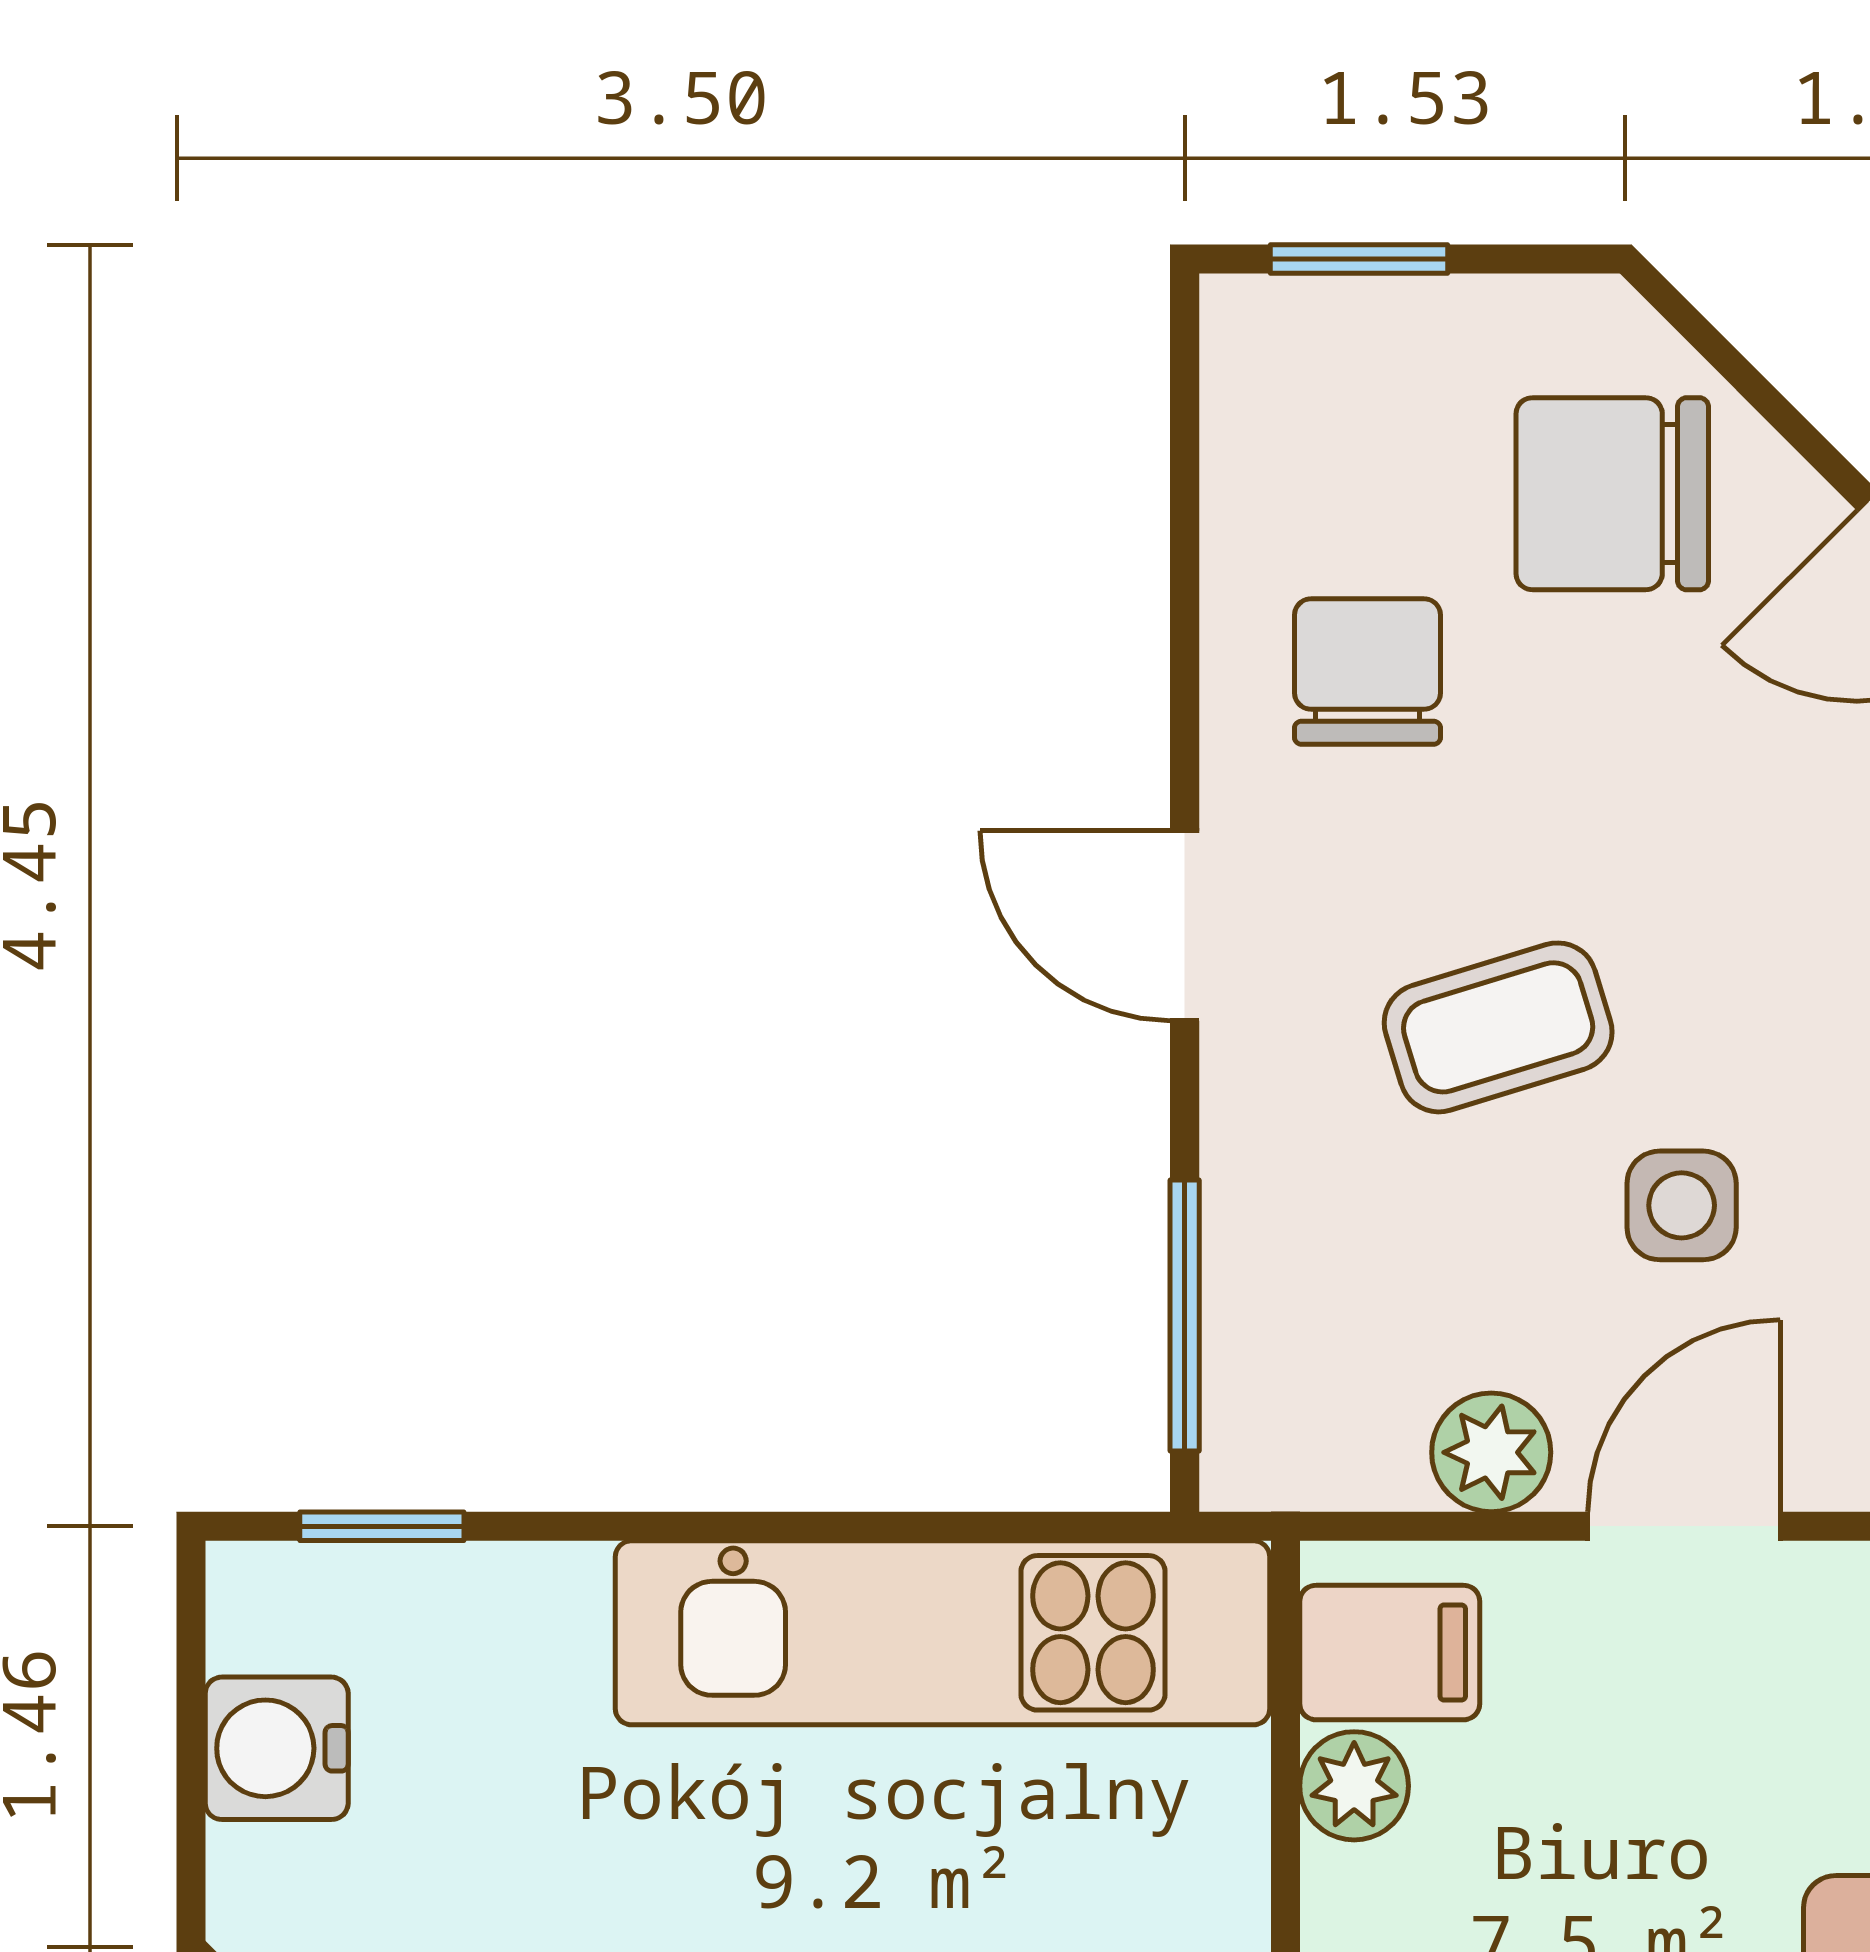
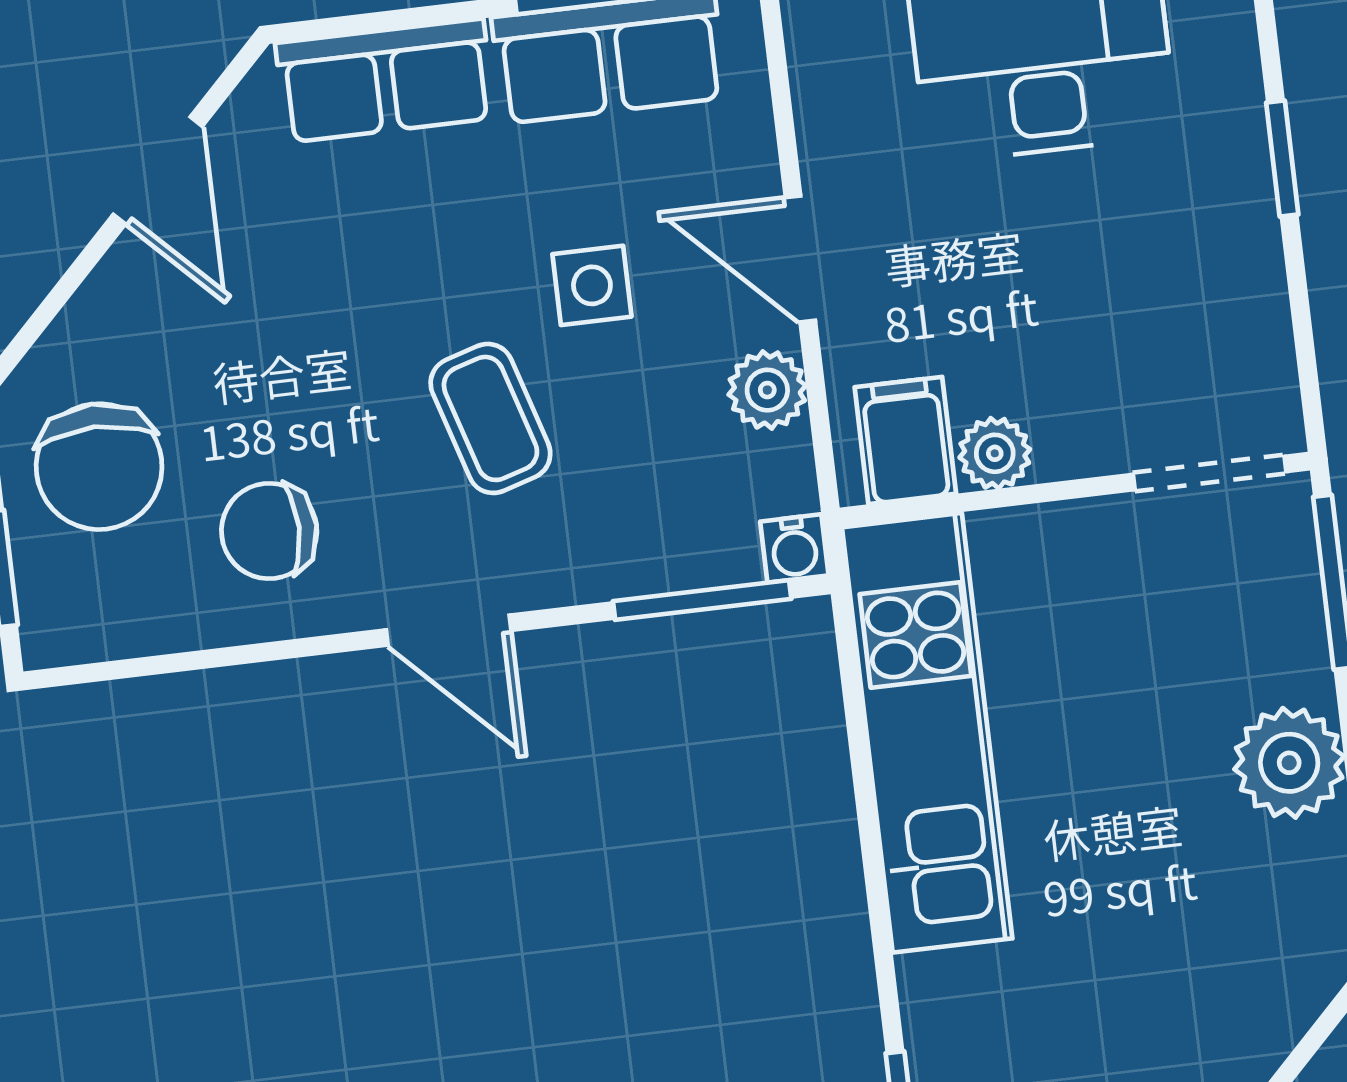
chair: (1612, 494) -> (99, 467), moved
door: (1185, 926) -> (449, 630), hinge flipped
water cooler: (1246, 1465) -> (794, 548), added

